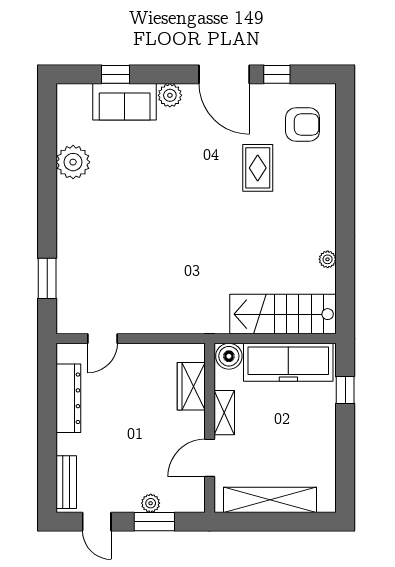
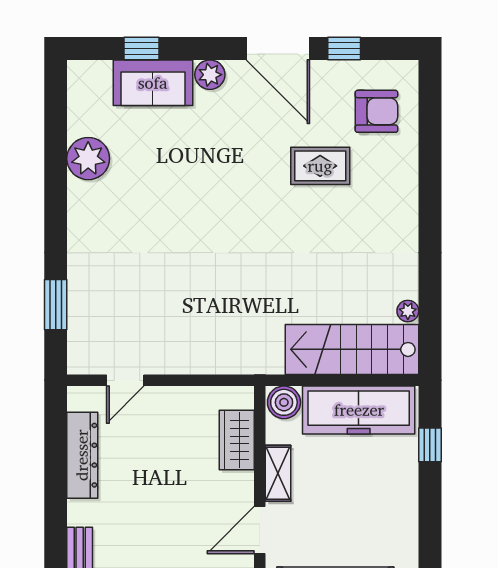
rug: (258, 168) -> (320, 166), turned 90
plant: (328, 259) -> (408, 311), moved

